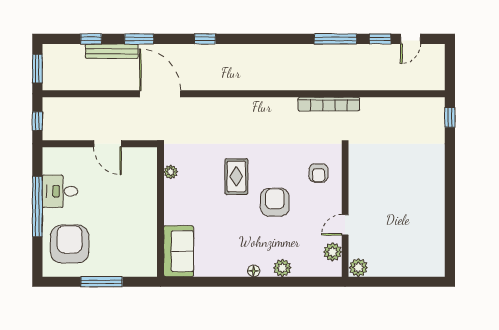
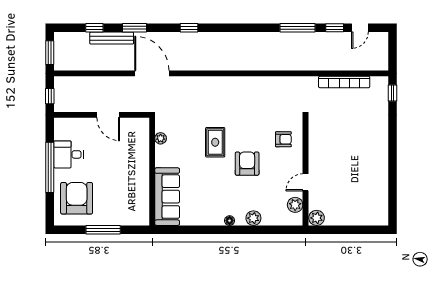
bookcase: (329, 104) -> (344, 82), moved
armchair: (318, 173) -> (283, 139), turned -90
sofa: (179, 251) -> (167, 197), width x1.36

